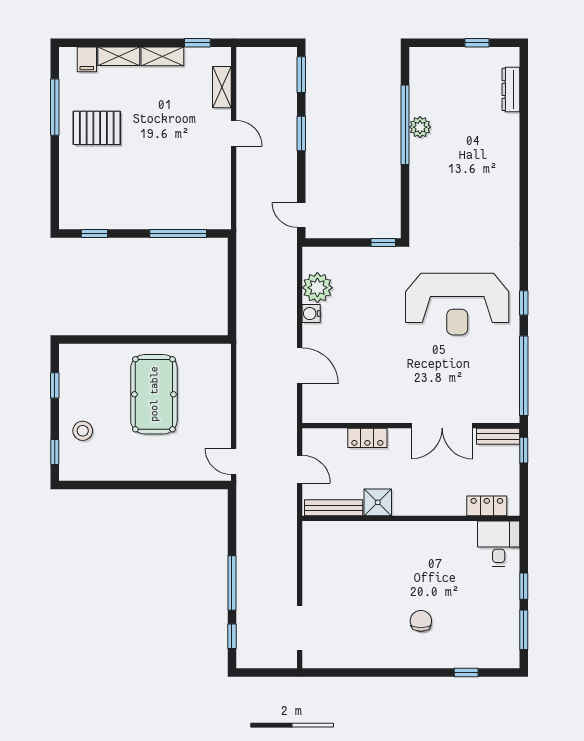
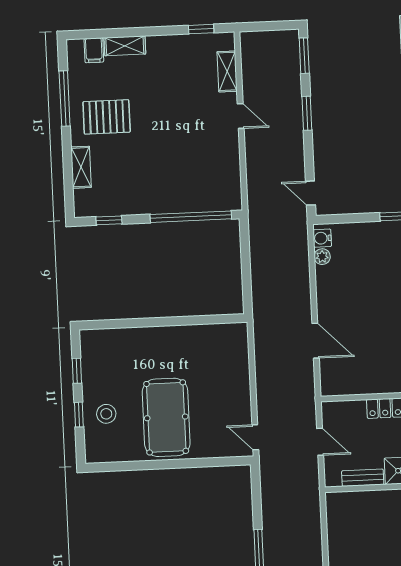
shelving: (162, 56) -> (81, 167), moved, turned 90
window: (178, 234) -> (191, 217), width x1.46
plant: (317, 288) -> (322, 257), width x0.53, depth x0.53
water cooler: (311, 314) -> (322, 238), moved
pool table: (154, 394) -> (166, 417), moved
window: (55, 452) -> (79, 415), moved
bench: (334, 508) -> (363, 478), width x0.73

